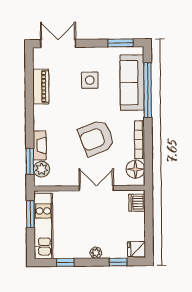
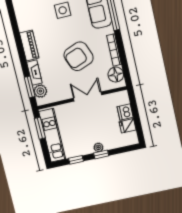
piano: (41, 87) -> (29, 46), moved
dishwasher: (137, 203) -> (125, 112), moved
fridge: (136, 249) -> (128, 126), moved
window: (118, 262) -> (101, 154), moved

